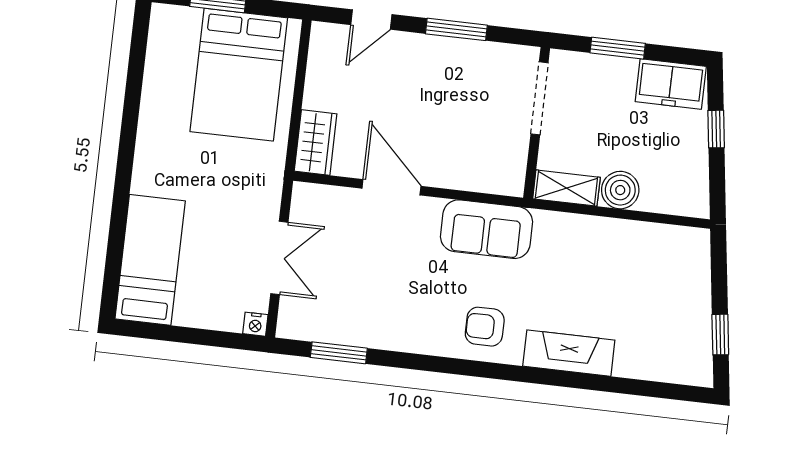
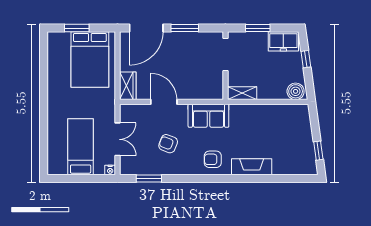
door: (371, 20) -> (146, 28), width x1.88
boiler: (620, 190) -> (296, 91), moved
bed: (150, 260) -> (81, 147), moved
armchair: (390, 281) -> (168, 144), added

